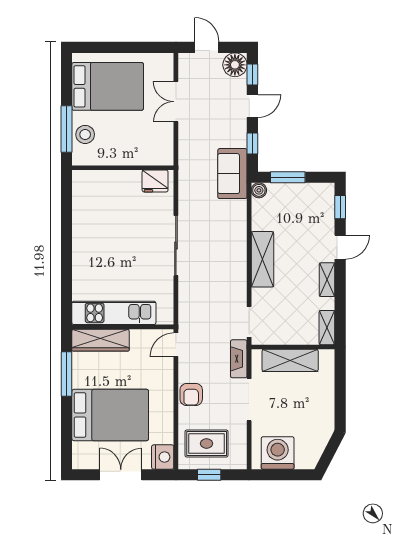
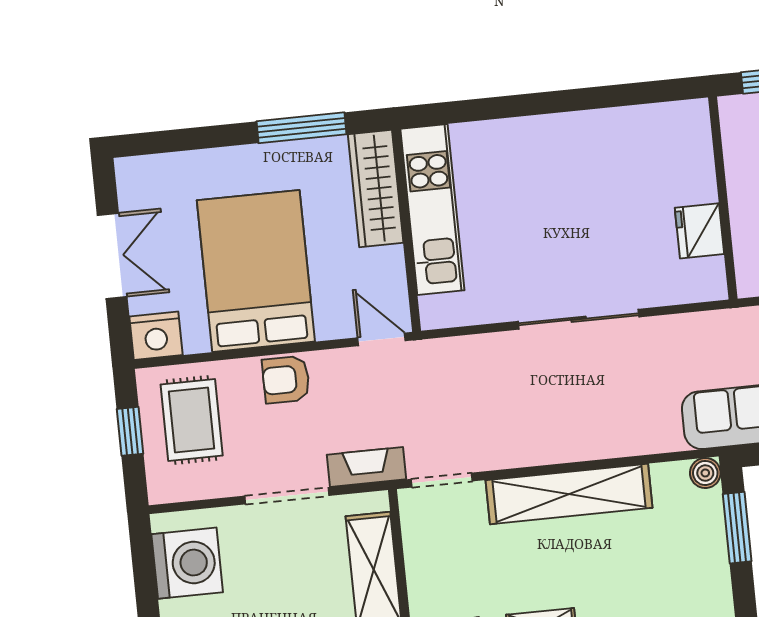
fridge: (155, 181) -> (699, 231), moved
shelving: (262, 259) -> (569, 494), width x1.47
bed: (110, 415) -> (256, 271), moved, turned 180

